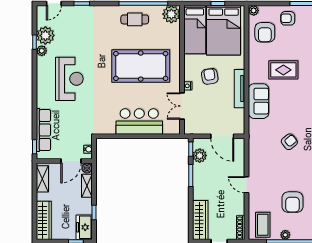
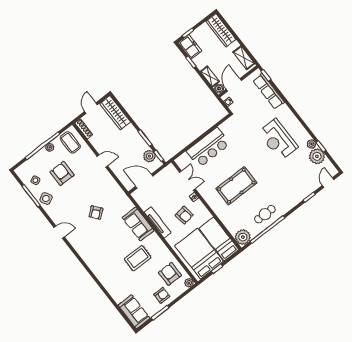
pool table: (141, 66) -> (236, 186), width x0.73, depth x0.76

